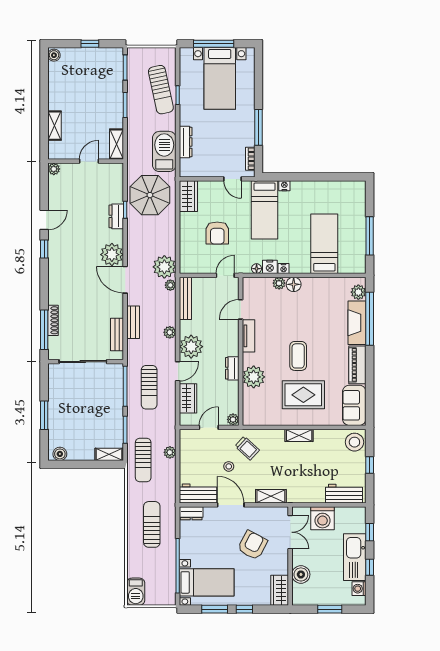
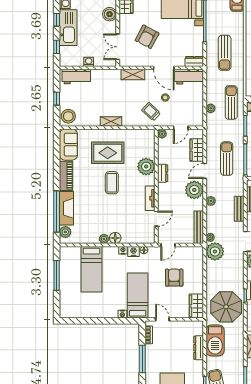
plant: (279, 283) -> (104, 239), moved
washing machine: (323, 518) -> (89, 62), width x0.53, depth x0.53

